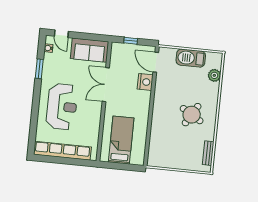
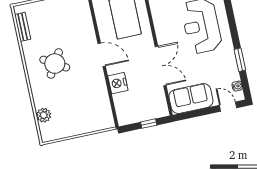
barbecue: (191, 58) -> (76, 126), removed
door: (156, 62) -> (102, 55), moved

